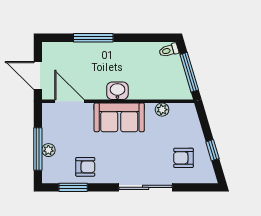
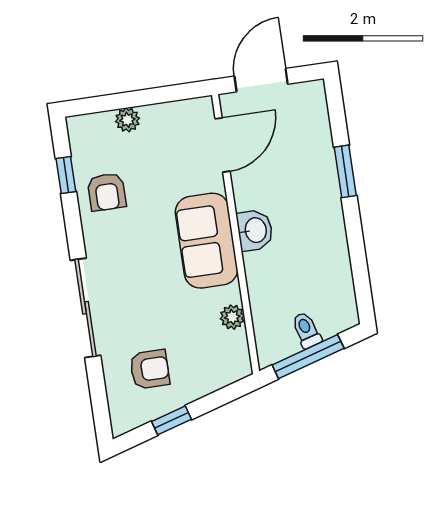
window: (93, 38) -> (345, 171), width x0.69
toilet: (169, 50) -> (306, 330), moved
window: (38, 149) -> (126, 100), removed
armchair: (183, 158) -> (150, 369), turned 90
window: (73, 187) -> (66, 175), width x0.67

